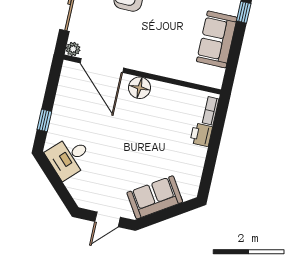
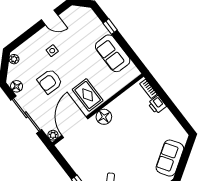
rug: (149, 50) -> (88, 95), added
door: (102, 65) -> (75, 127), swing flipped

